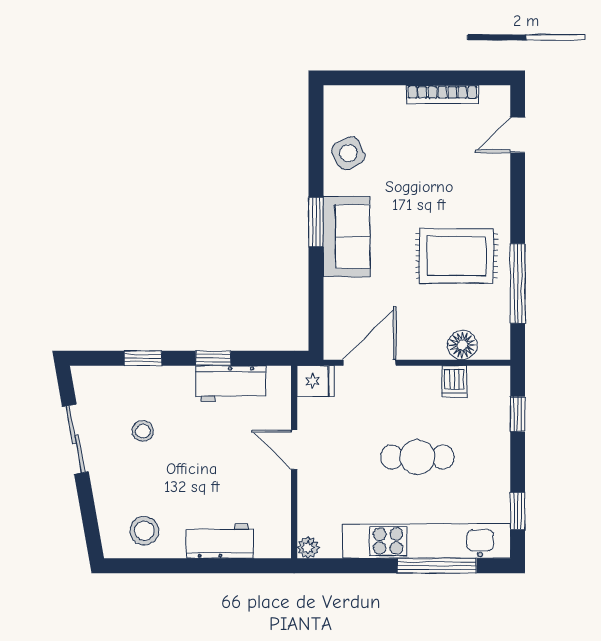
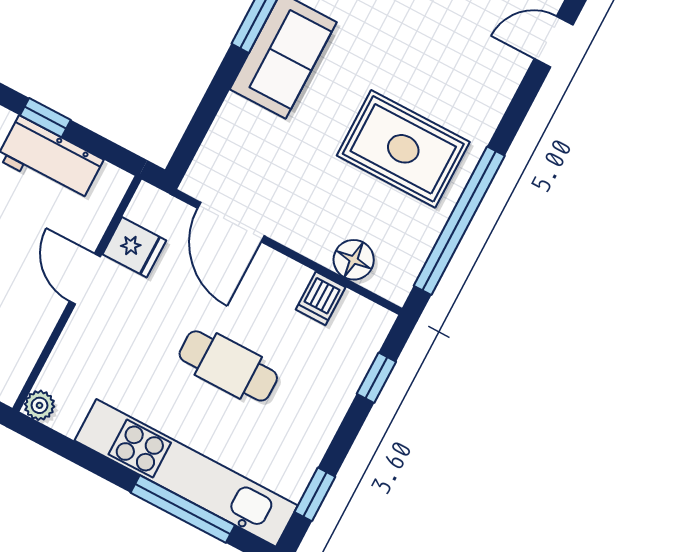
window: (518, 283) -> (459, 221), width x1.46
door: (370, 363) -> (231, 222), swing flipped
fridge: (316, 381) -> (134, 247), moved

